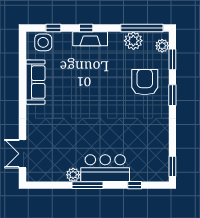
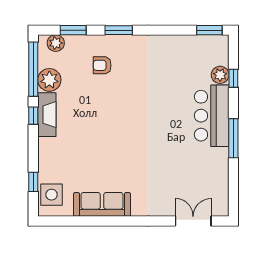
window: (86, 28) -> (33, 116), moved
fireplace: (90, 39) -> (47, 115), moved
armchair: (145, 82) -> (102, 65), width x0.53, depth x0.53
double door: (22, 154) -> (193, 221), swing flipped
plant: (73, 175) -> (220, 75), moved

